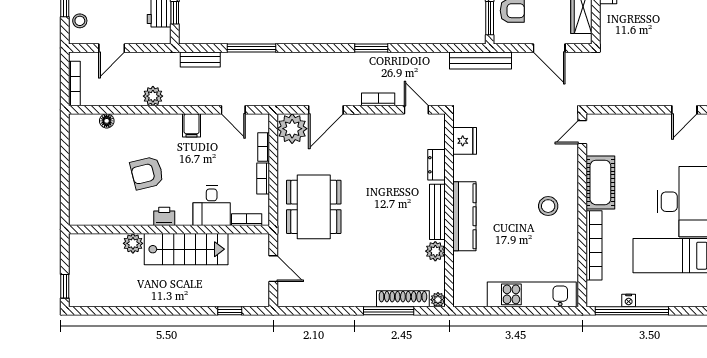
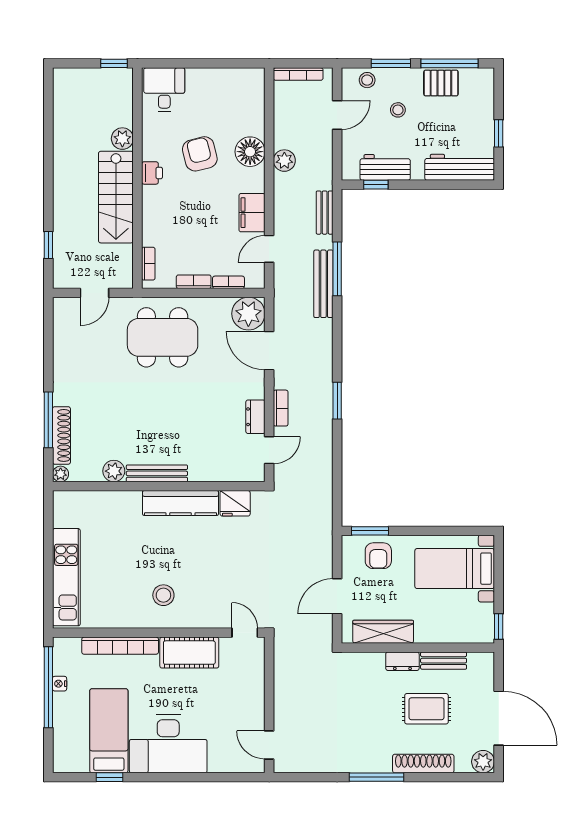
door: (112, 48) -> (337, 115), swing flipped
bench: (480, 61) -> (323, 284), moved
floor lamp: (107, 121) -> (250, 152), moved, width x1.89, depth x1.89
filing cabinet: (192, 125) -> (252, 213), width x2.00
dresser: (437, 165) -> (255, 417), moved, turned -90
desk: (212, 206) -> (164, 90), moved, turned 90
kitchen counter: (464, 216) -> (180, 503), moved
window: (65, 286) -> (114, 63), moved

